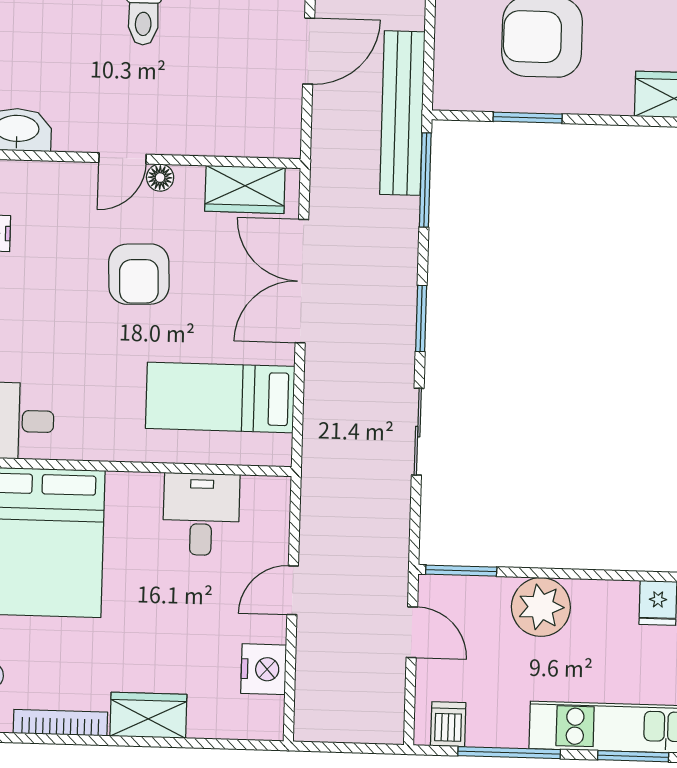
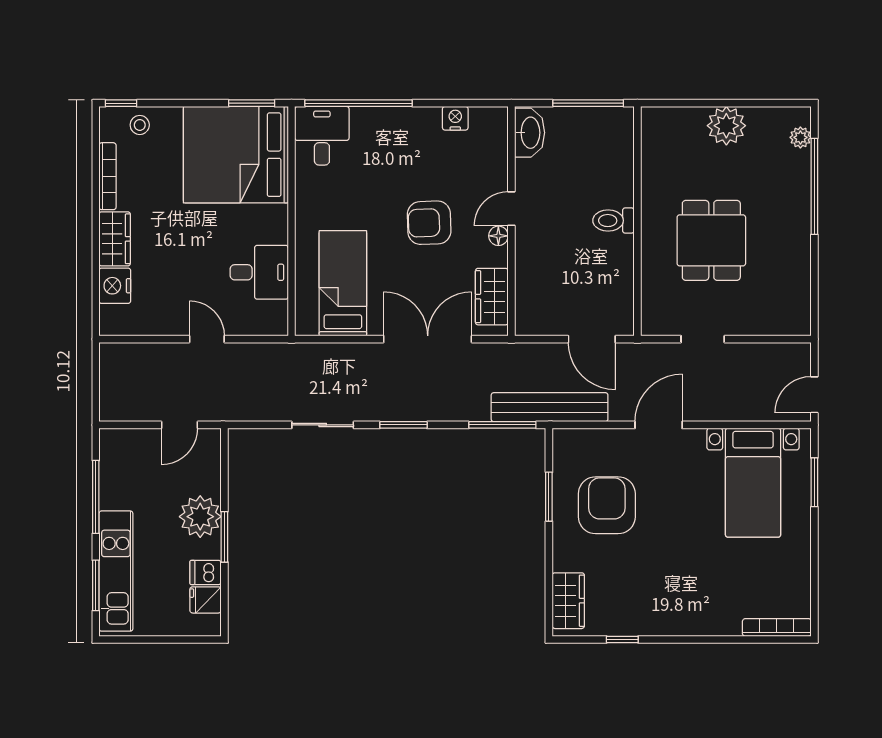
door: (122, 158) -> (511, 209), hinge flipped
window: (461, 571) -> (224, 537), moved
nightstand: (264, 669) -> (115, 286), moved, turned 90
dishwasher: (448, 724) -> (206, 572), moved, turned 180

